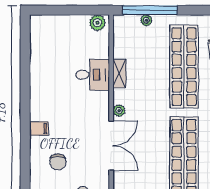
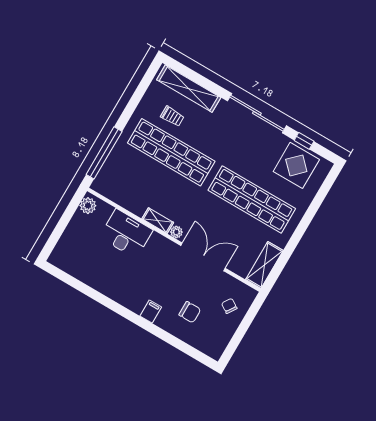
plant: (146, 20) -> (111, 161), removed
shelving: (119, 74) -> (158, 221), moved
desk: (93, 75) -> (126, 234), width x1.37

